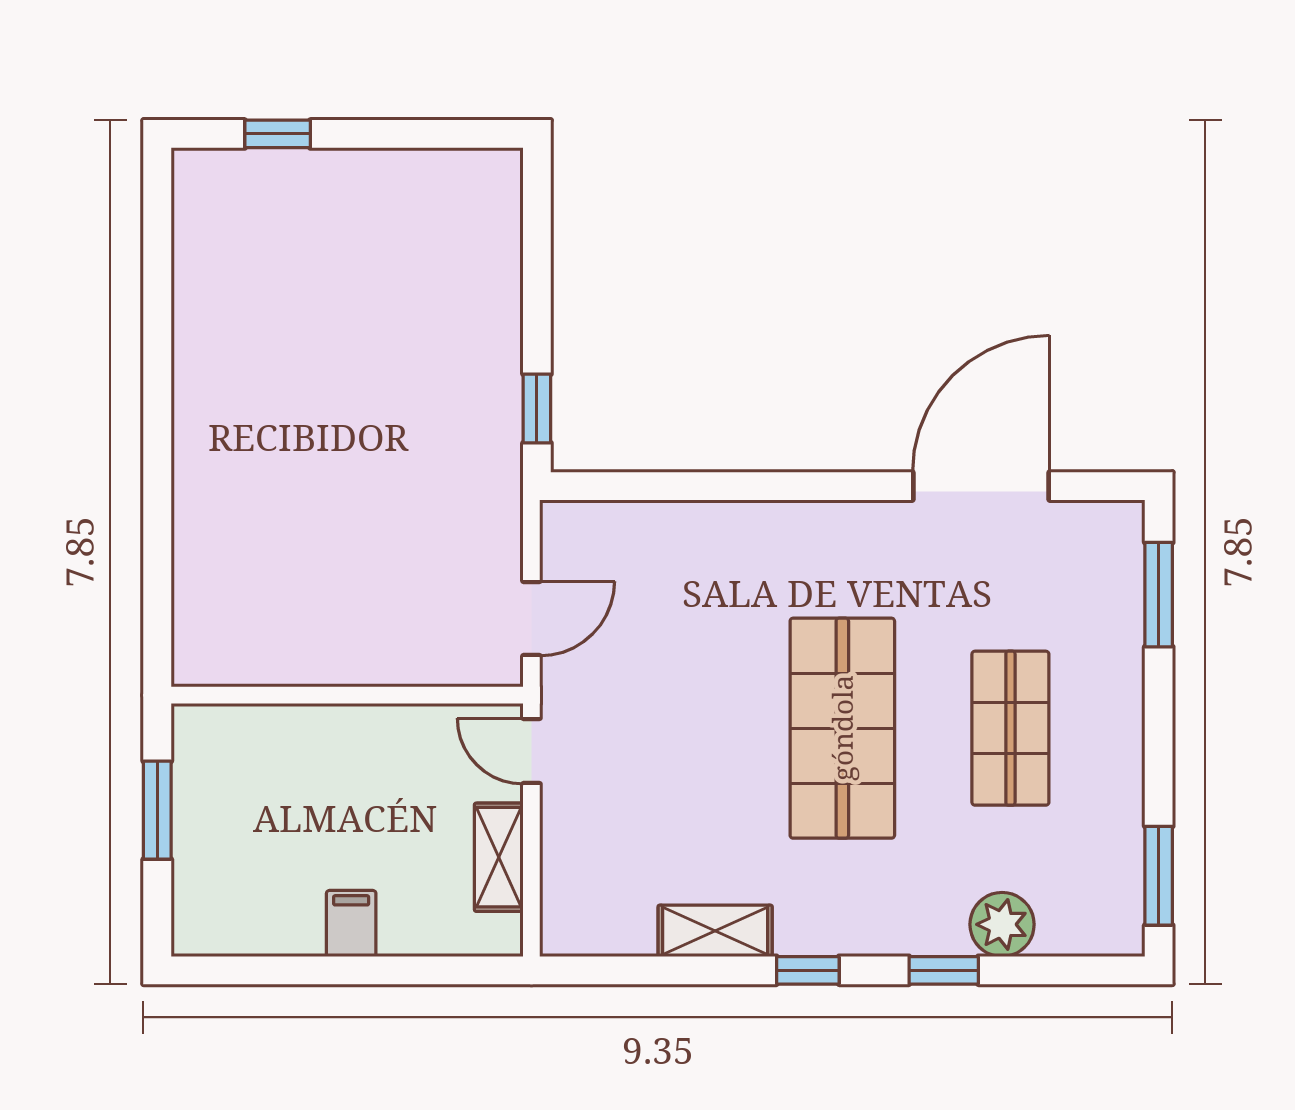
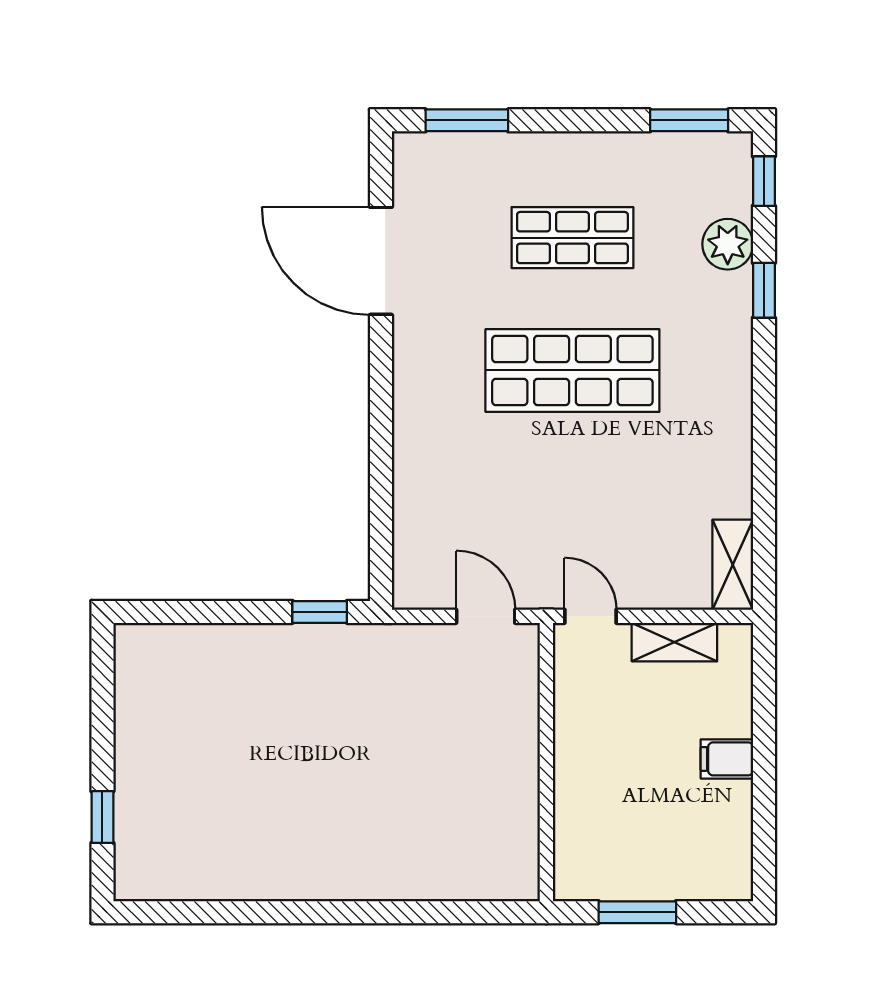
door: (531, 751) -> (590, 616), swing flipped
shelving: (715, 931) -> (733, 565), moved
window: (808, 970) -> (764, 181), moved

